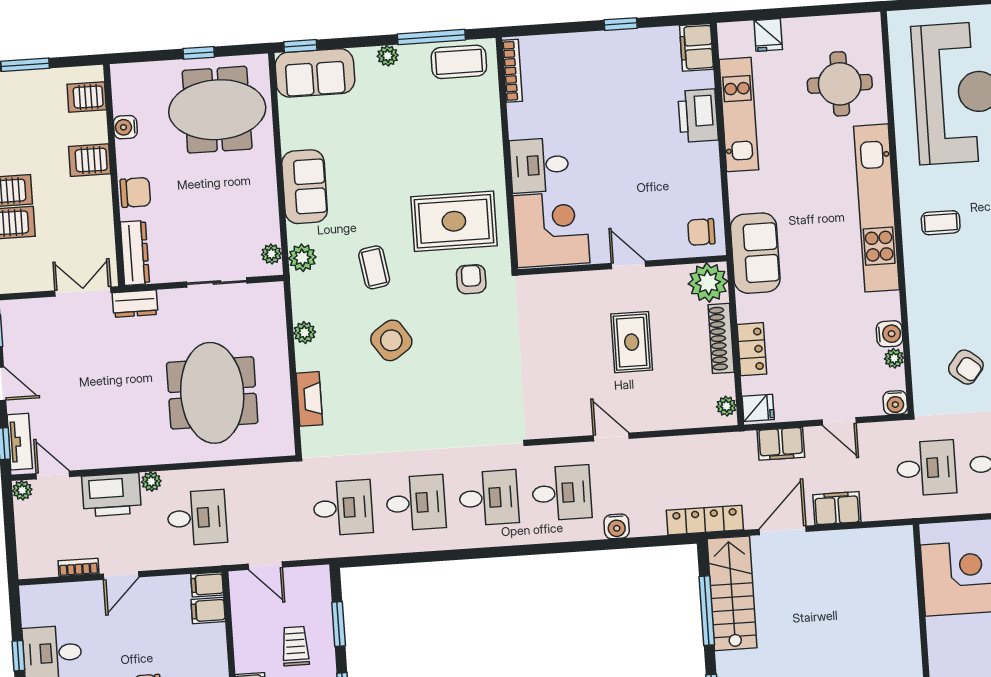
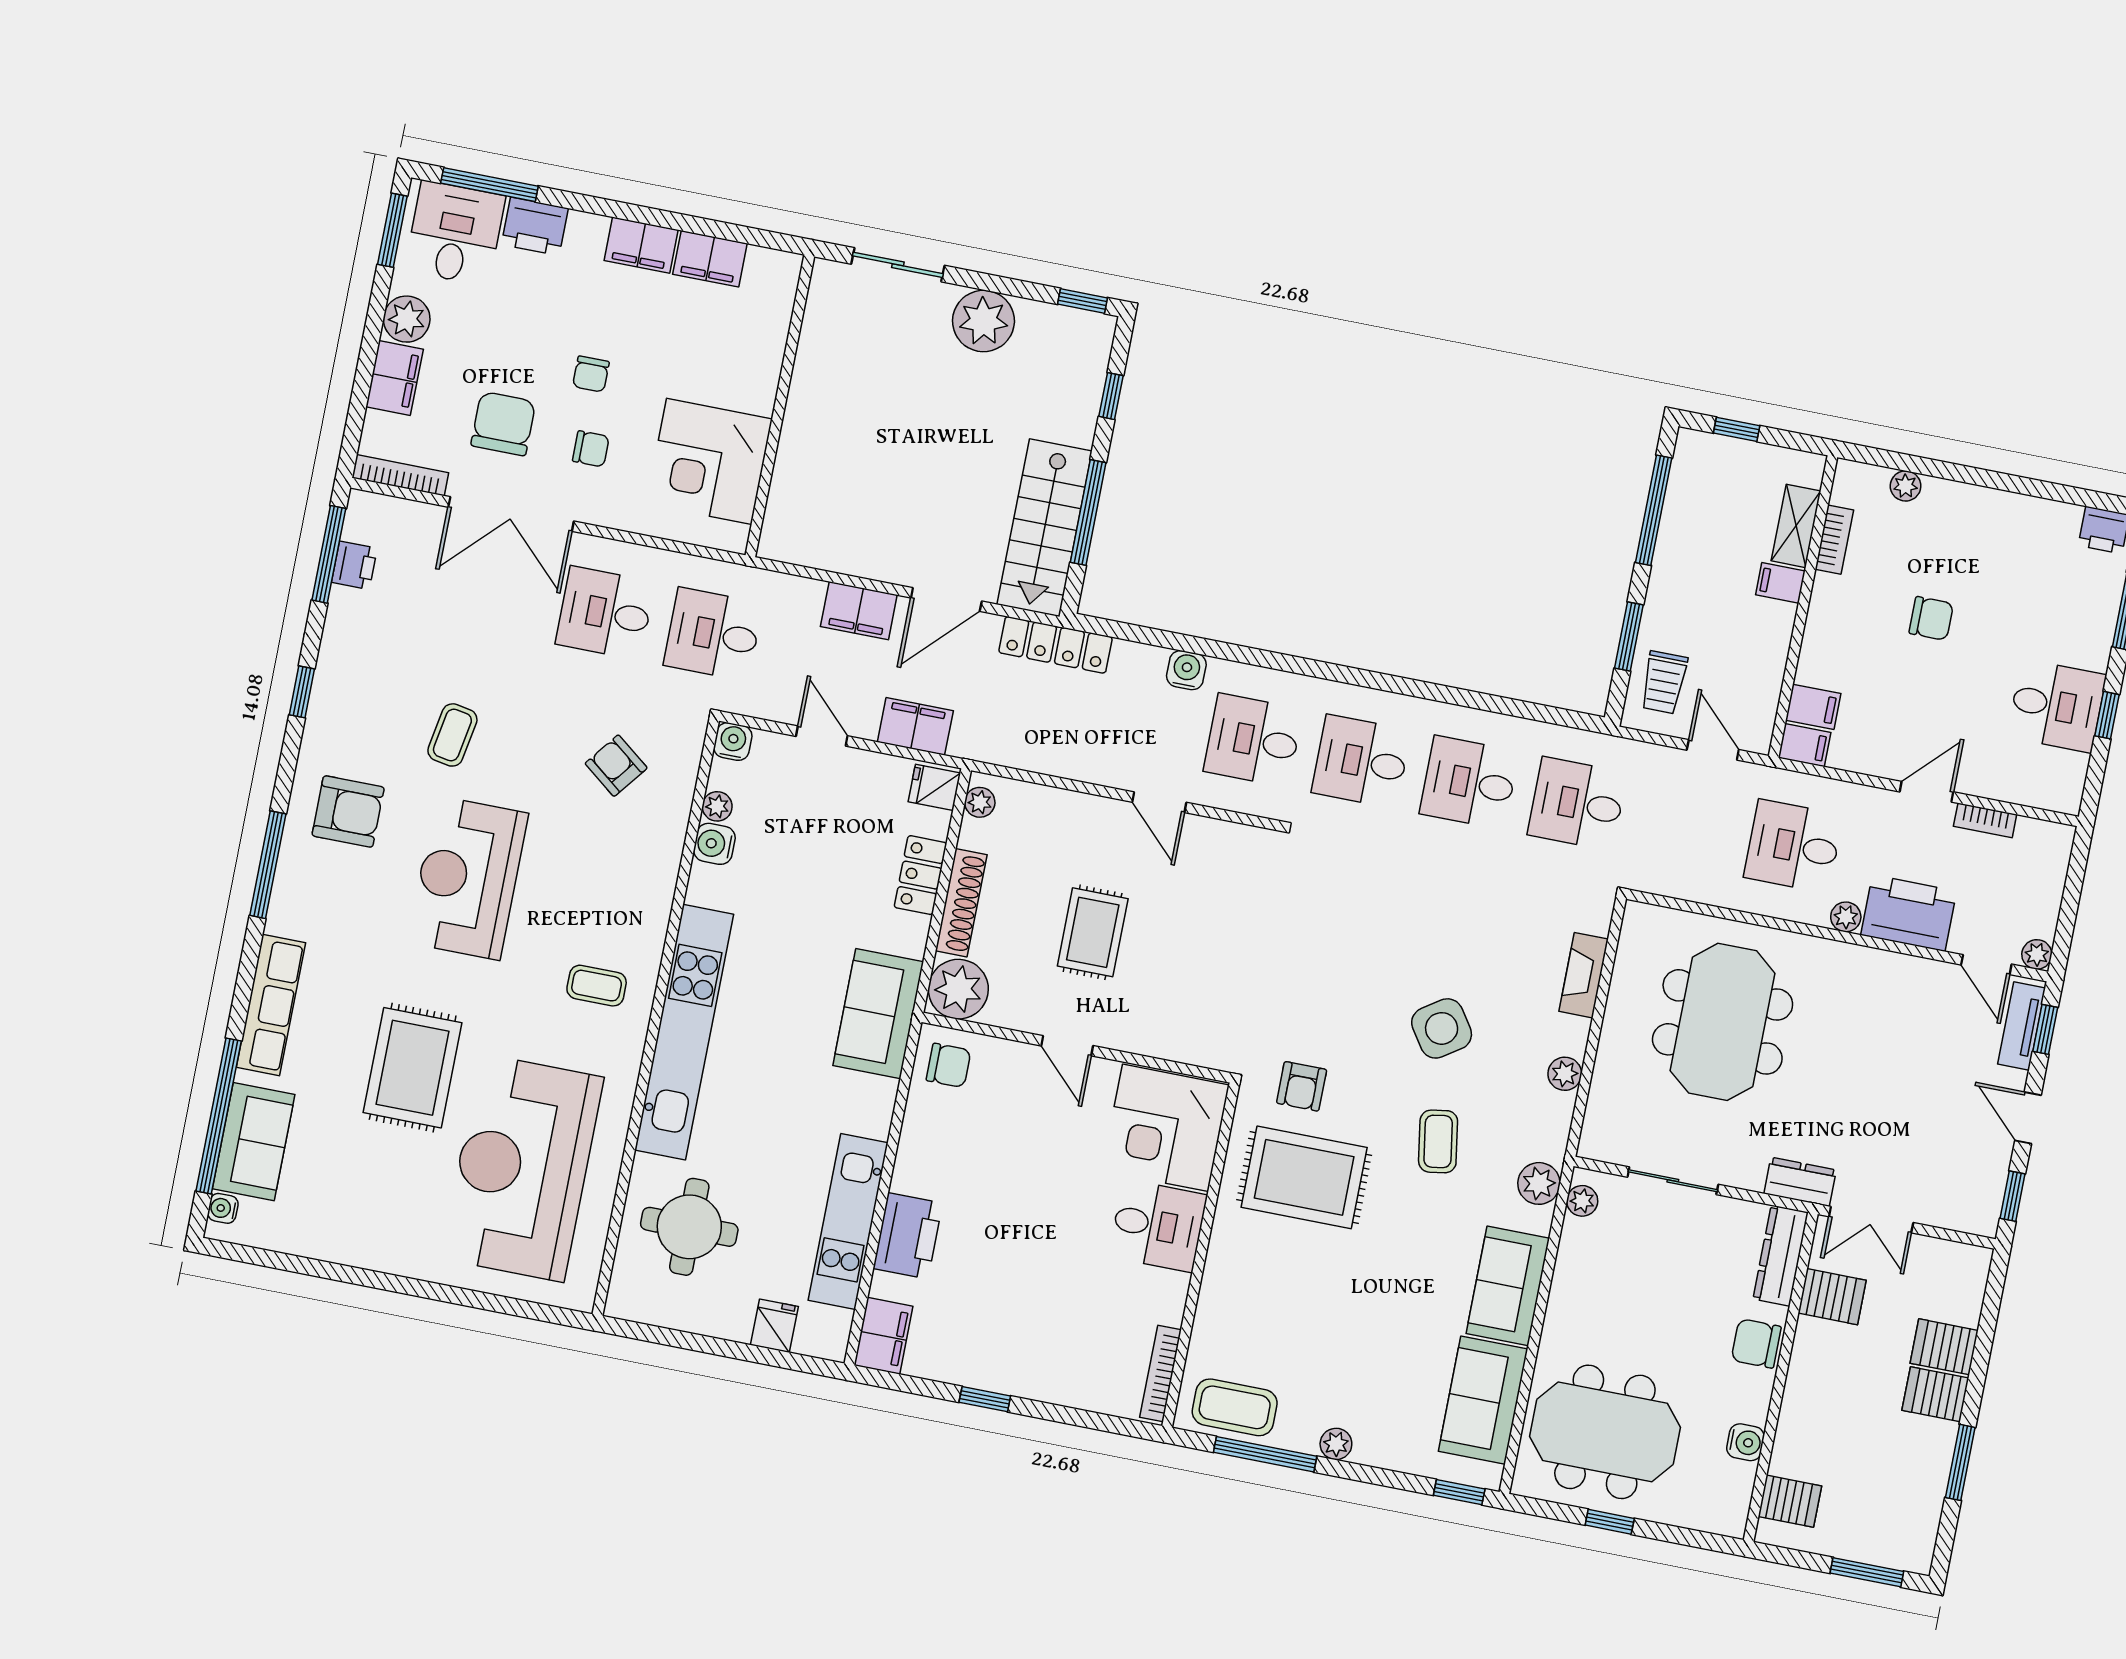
sofa: (315, 73) -> (1483, 1400), moved, turned -90
server rack: (90, 160) -> (1832, 1297), moved
trolley: (295, 646) -> (1664, 682), moved

